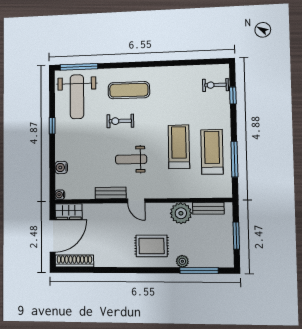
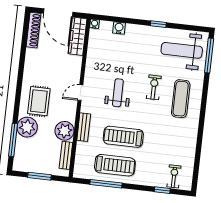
treadmill: (179, 147) -> (123, 137), turned 180
bench: (111, 193) -> (84, 127), moved
wardrobe: (69, 212) -> (78, 36), width x1.50
plant: (182, 261) -> (27, 127), width x1.87, depth x1.87

